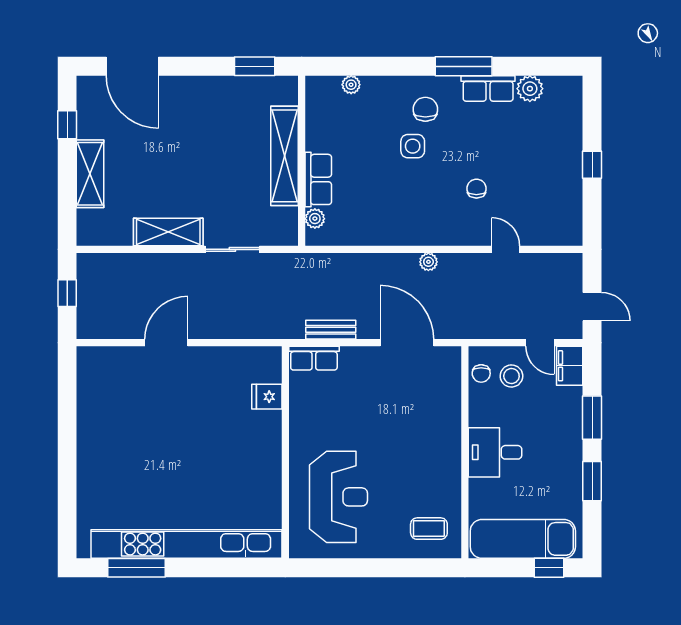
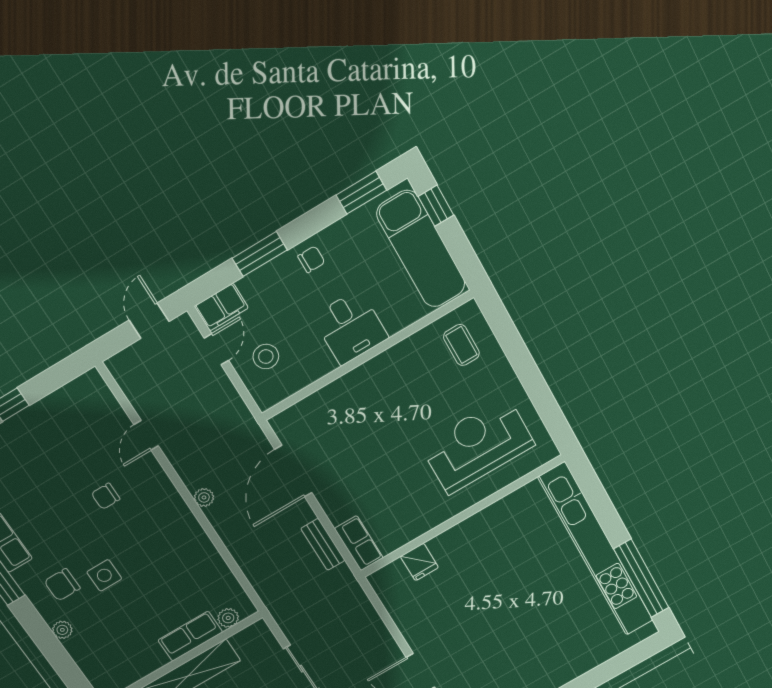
plant: (351, 85) -> (62, 630), moved
chair: (481, 373) -> (311, 259), moved
window: (592, 481) -> (361, 193), moved
window: (137, 568) -> (641, 578), width x1.46

